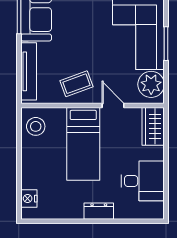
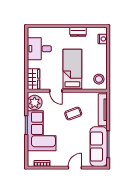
coffee table: (77, 84) -> (73, 114), moved
dresser: (99, 211) -> (78, 32), moved

